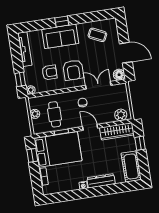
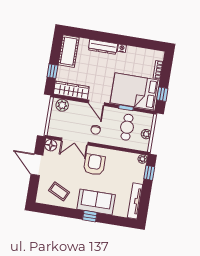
armchair: (50, 72) -> (118, 170), removed

